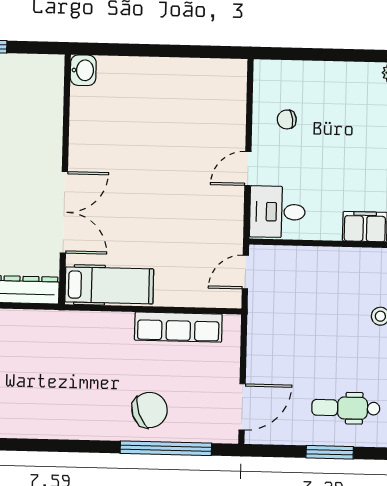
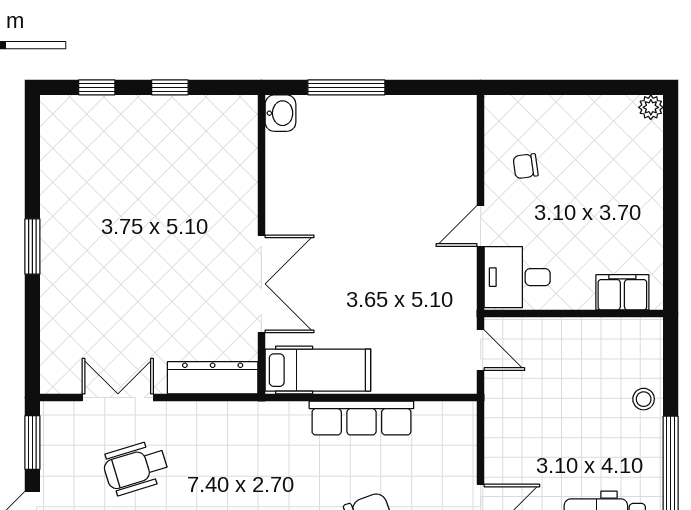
window: (139, 50) -> (346, 87), added
door: (245, 272) -> (481, 350), swing flipped
row of seats: (178, 327) -> (361, 418), moved

